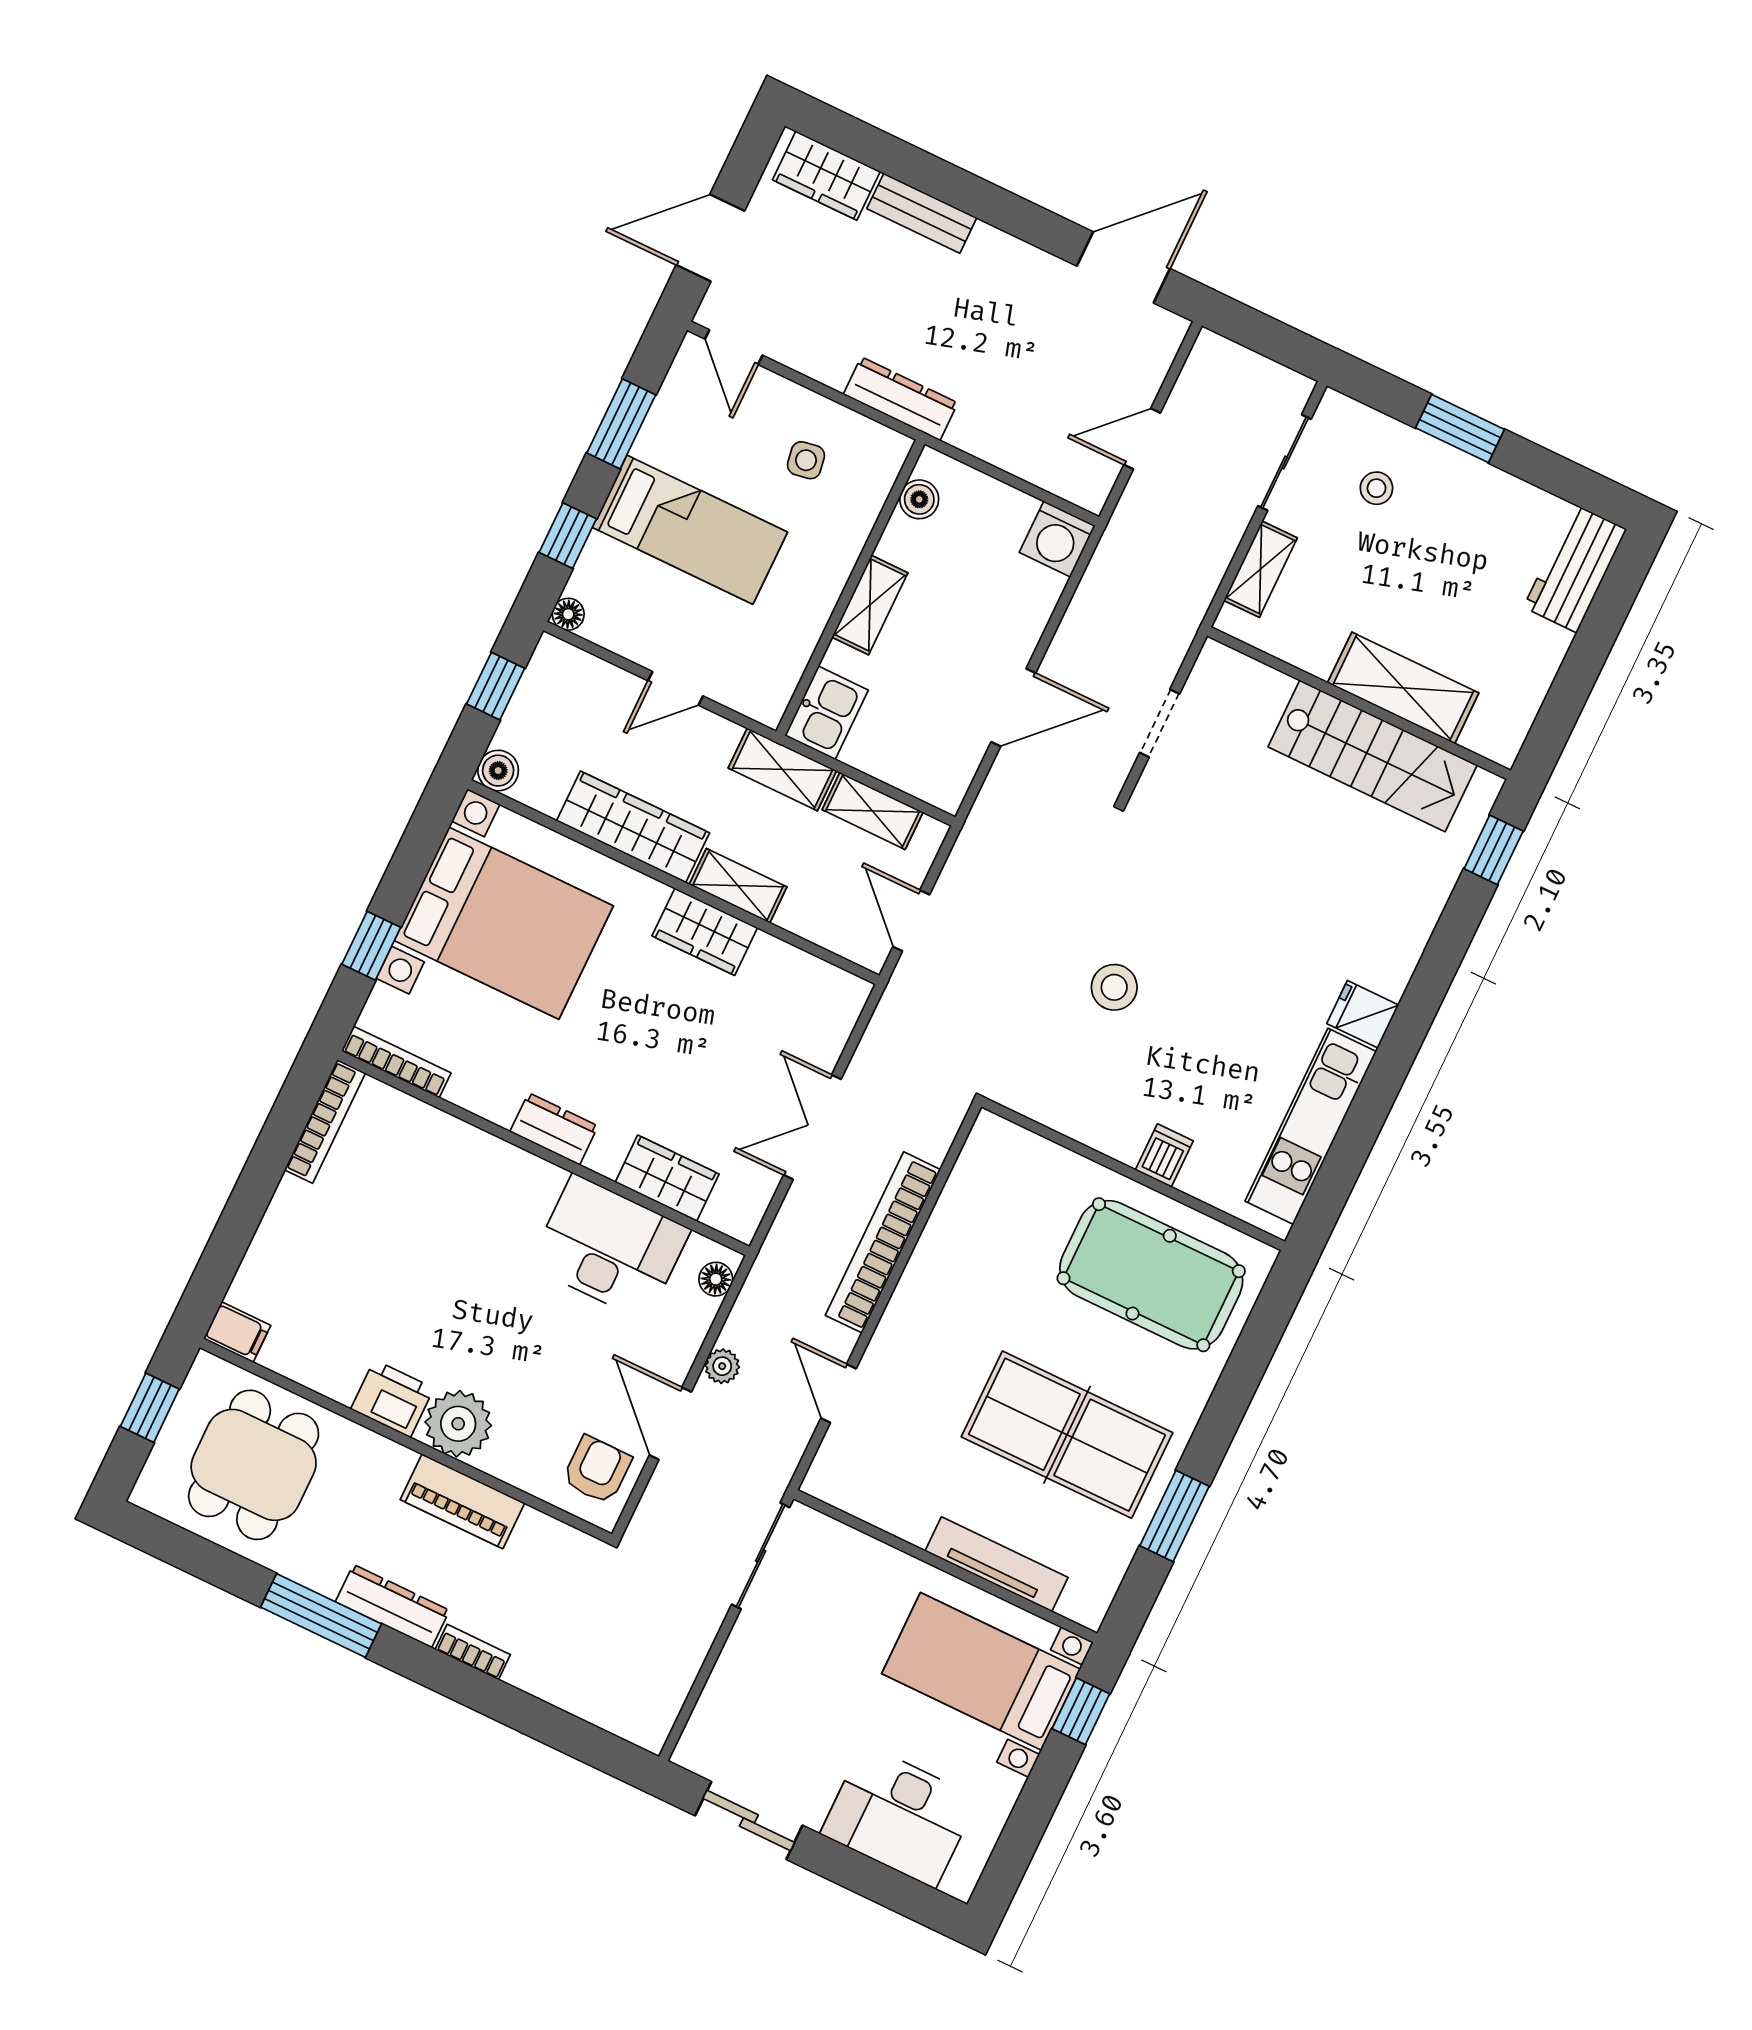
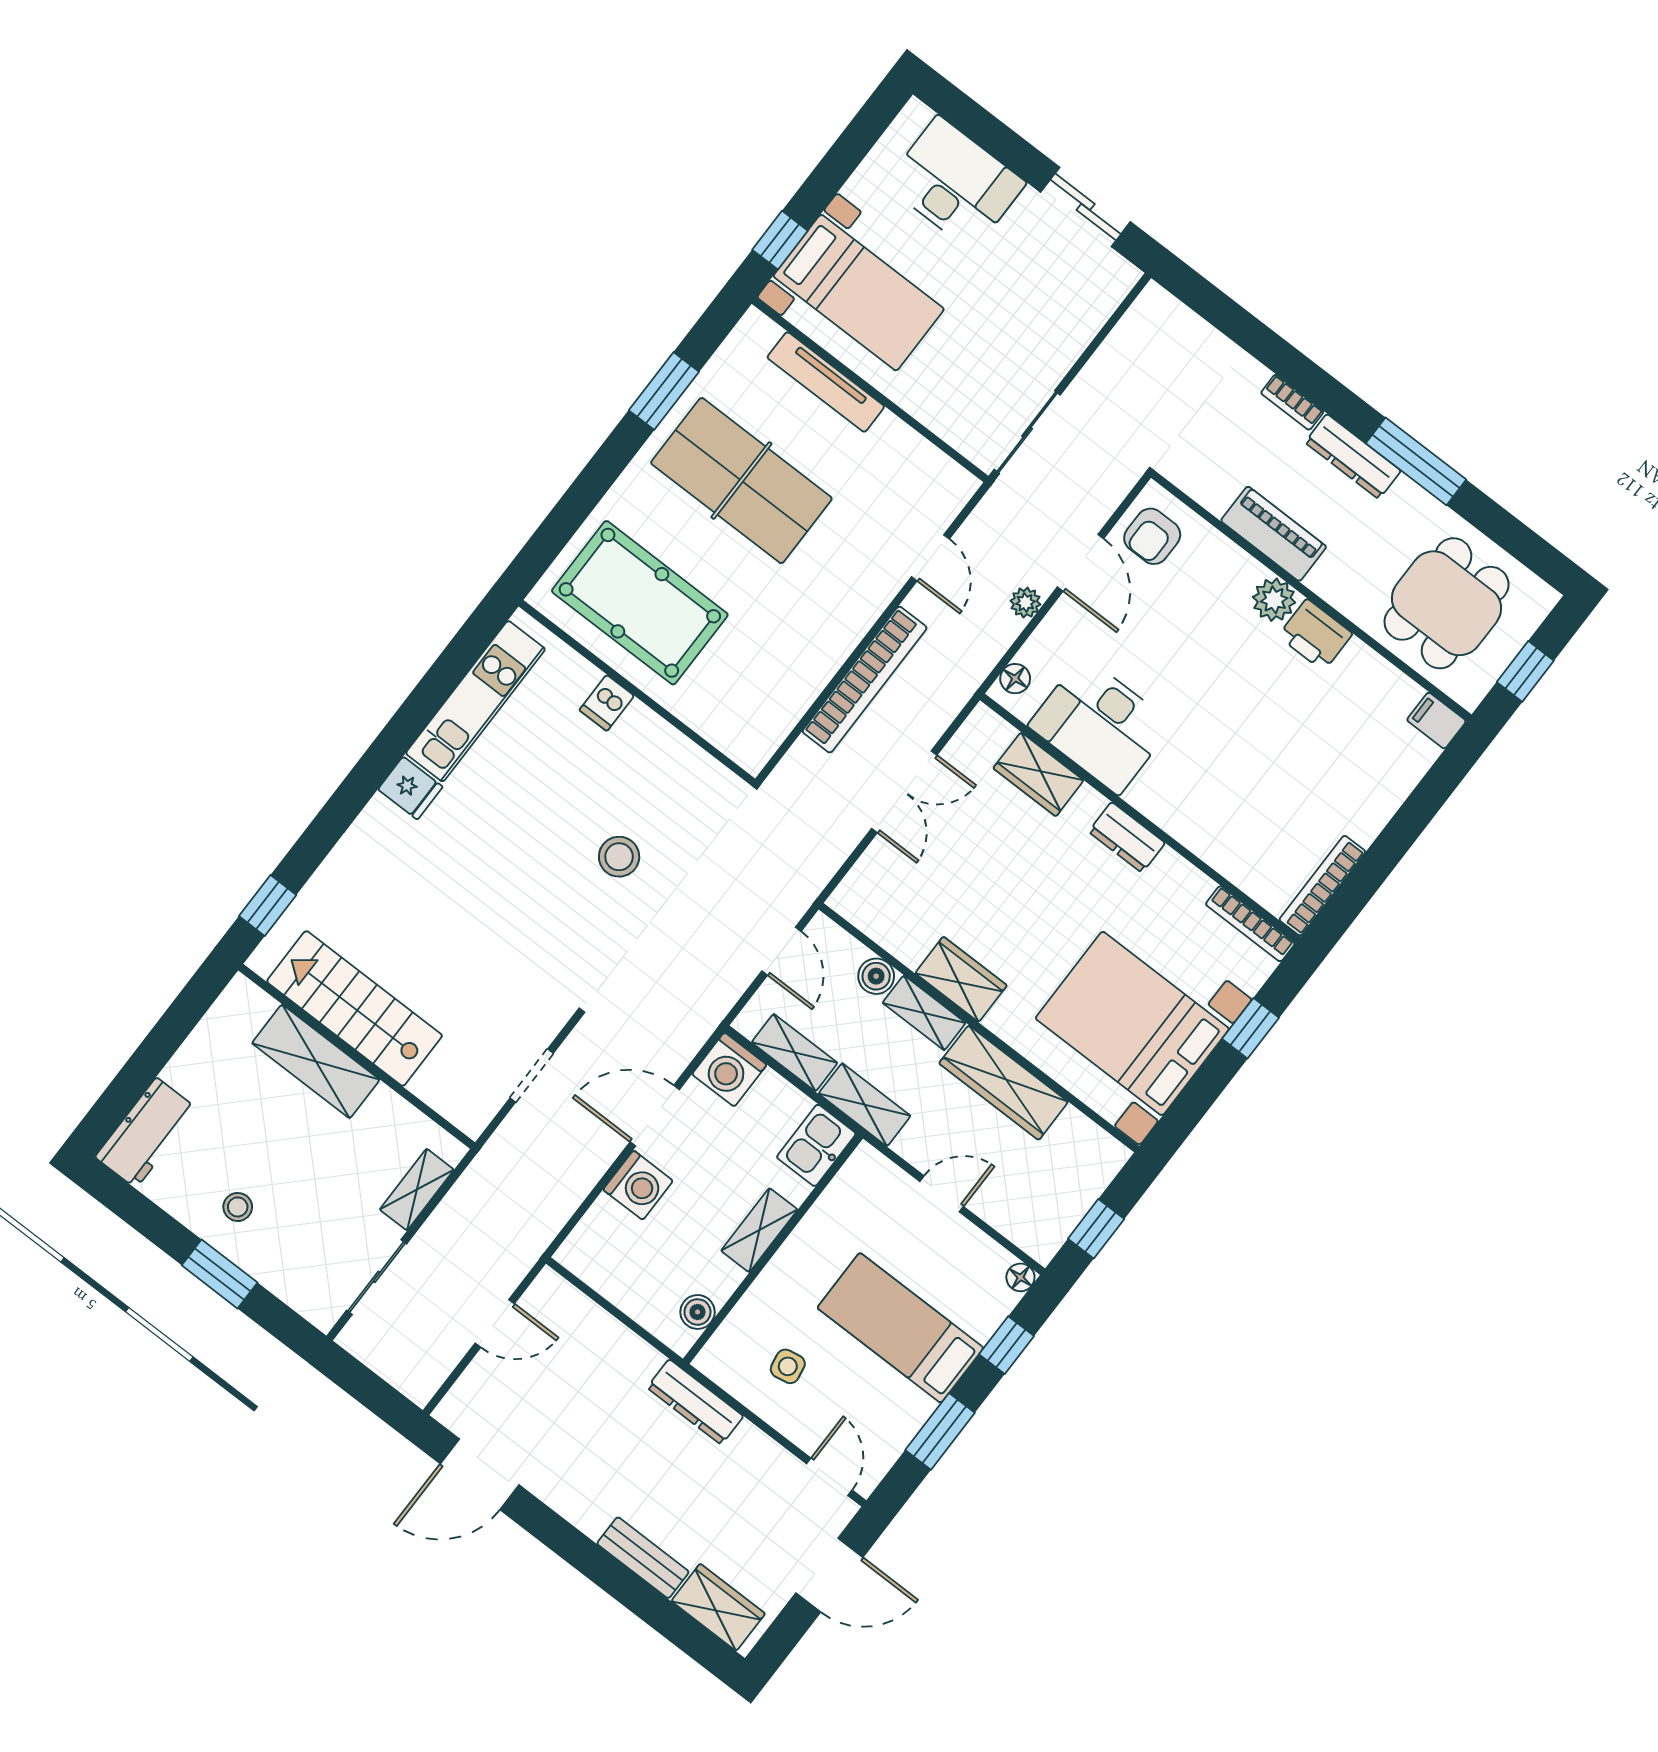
stool: (1376, 488) -> (238, 1207), moved
washing machine: (1057, 539) -> (638, 1185), moved, turned 90
boiler: (498, 771) -> (876, 976), moved
washing machine: (941, 777) -> (729, 1070), added
plant: (458, 1424) -> (1274, 600), width x0.73, depth x0.73

